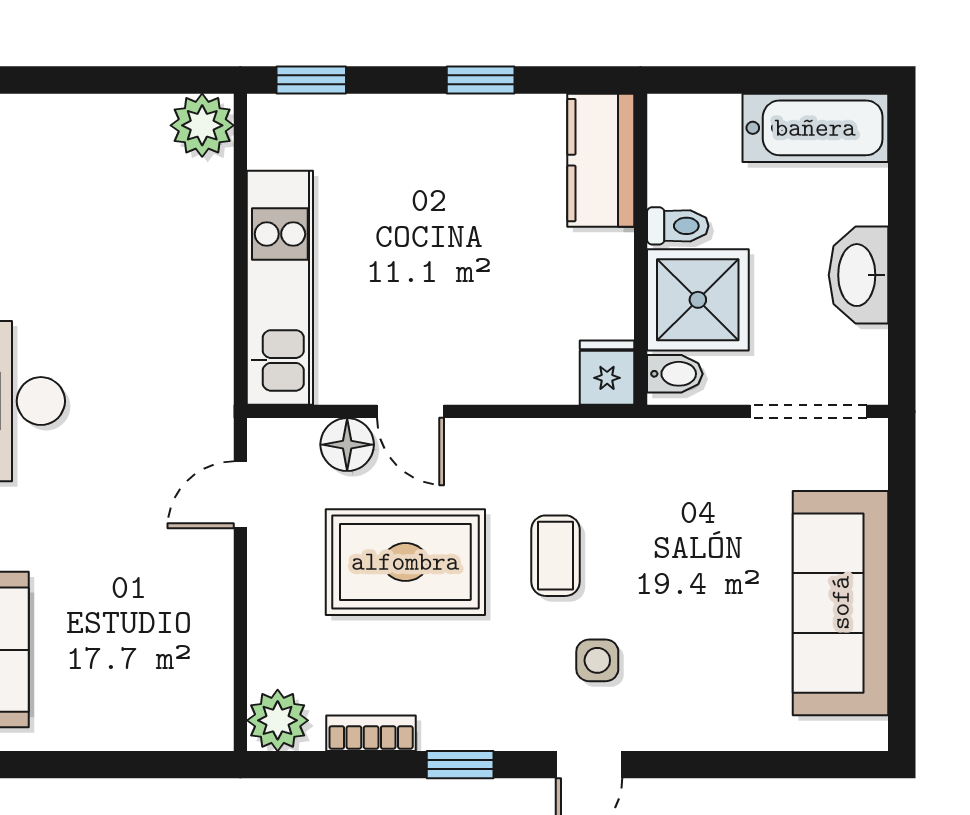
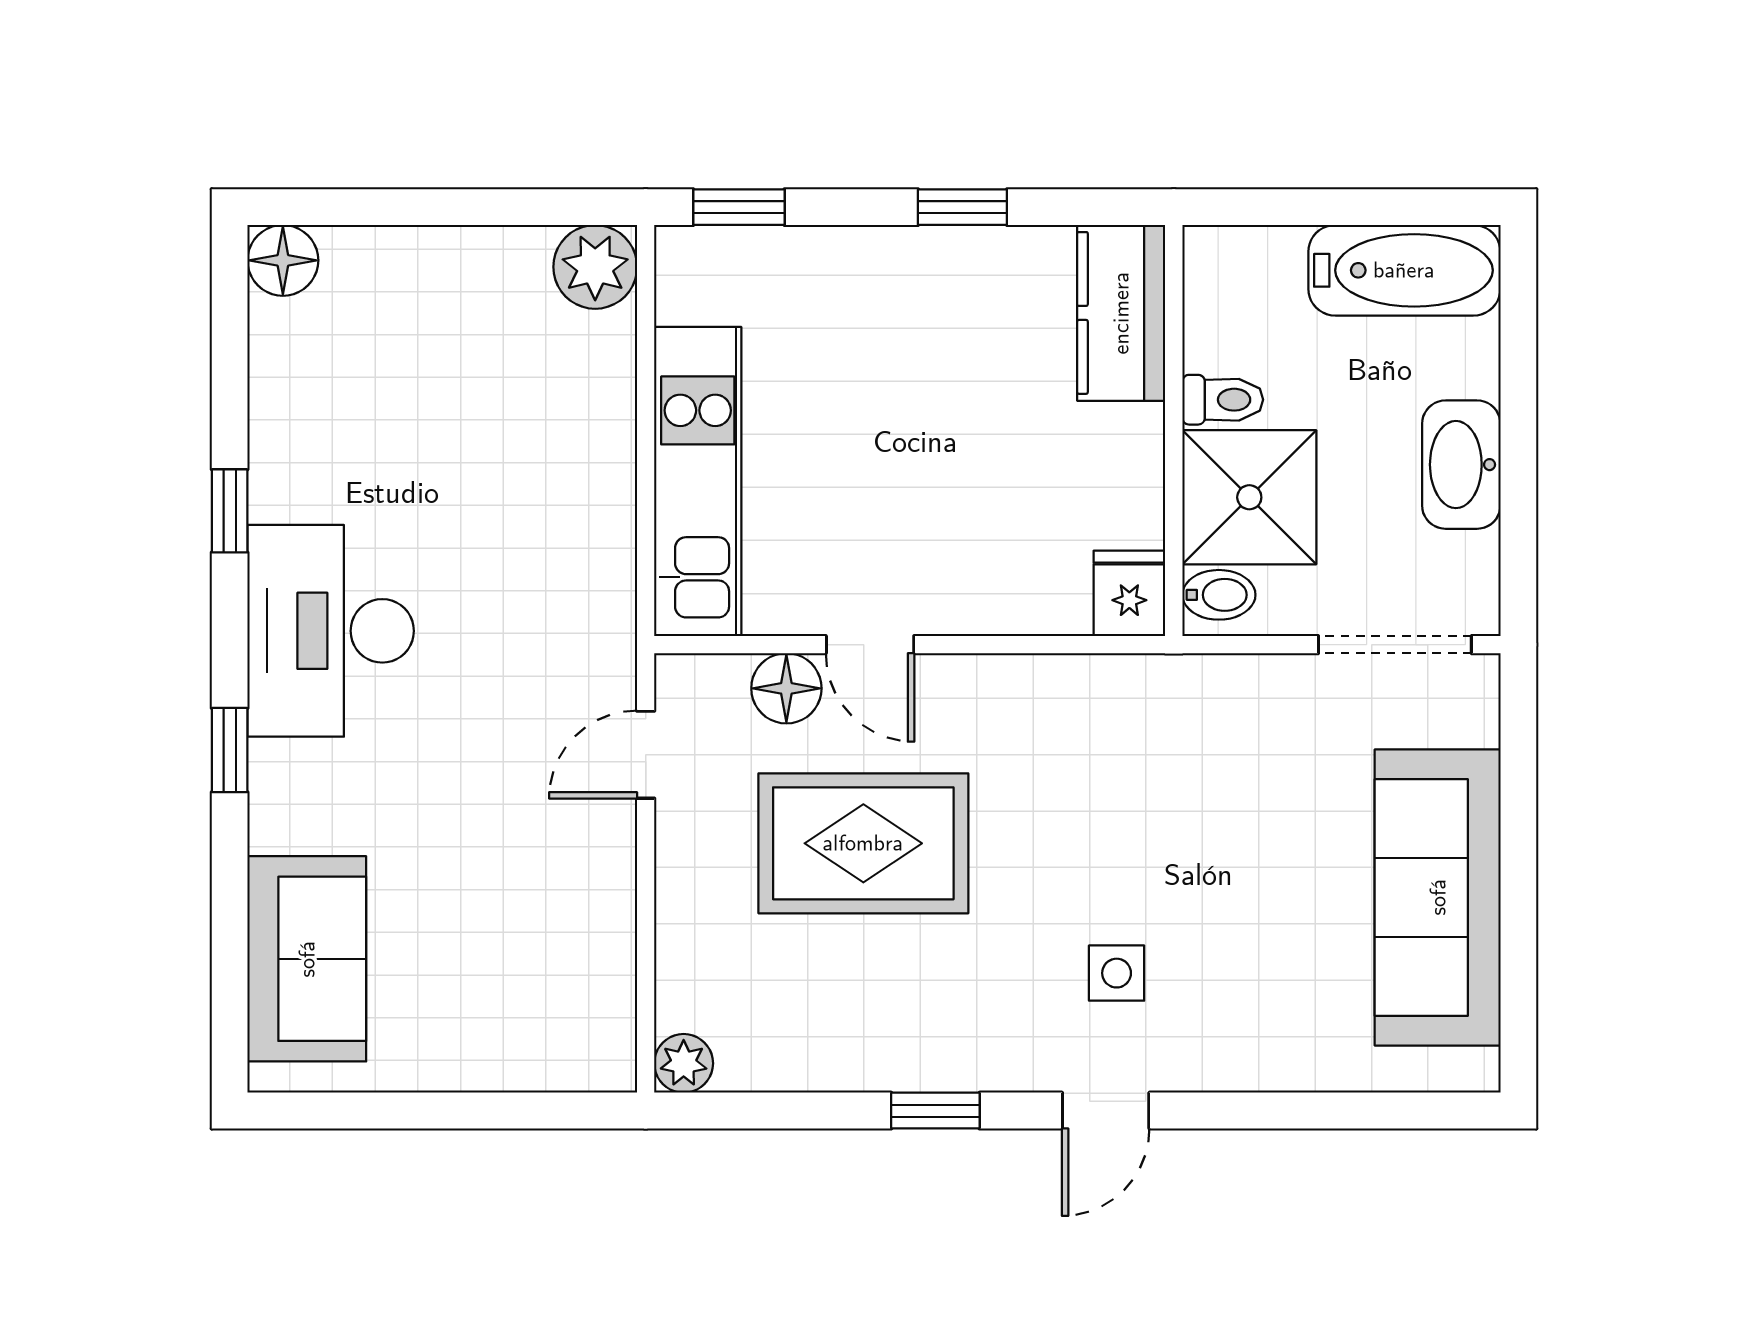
coffee table: (556, 556) -> (1061, 835), removed
plant: (278, 720) -> (684, 1063), width x0.73, depth x0.73
bookcase: (371, 733) -> (818, 1069), removed

